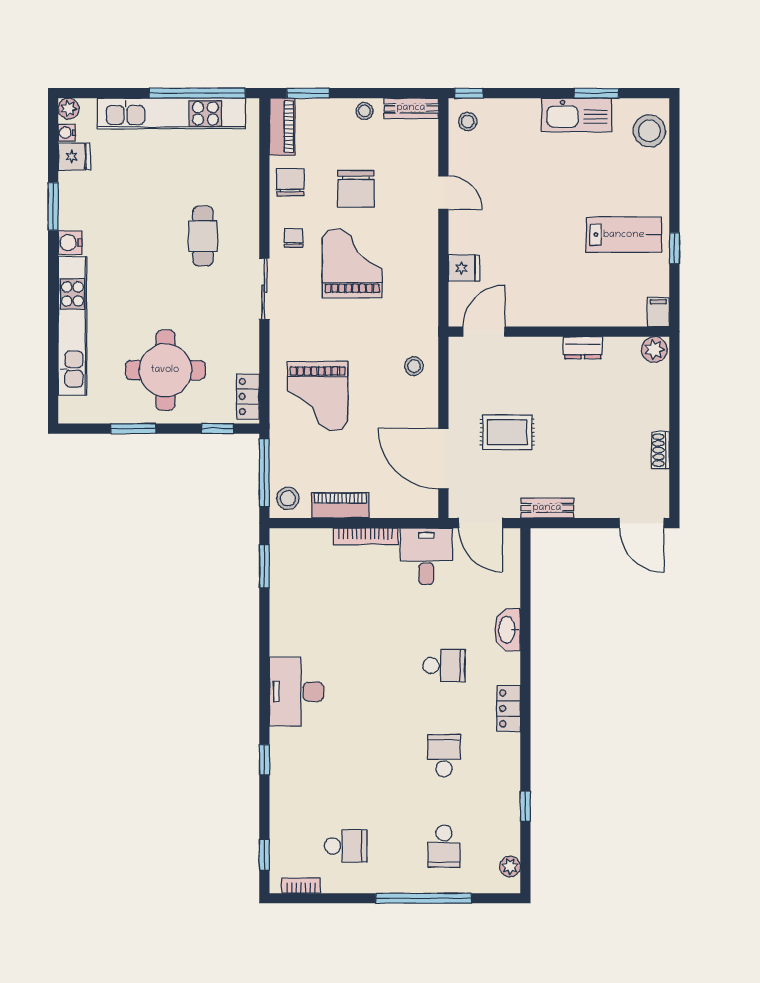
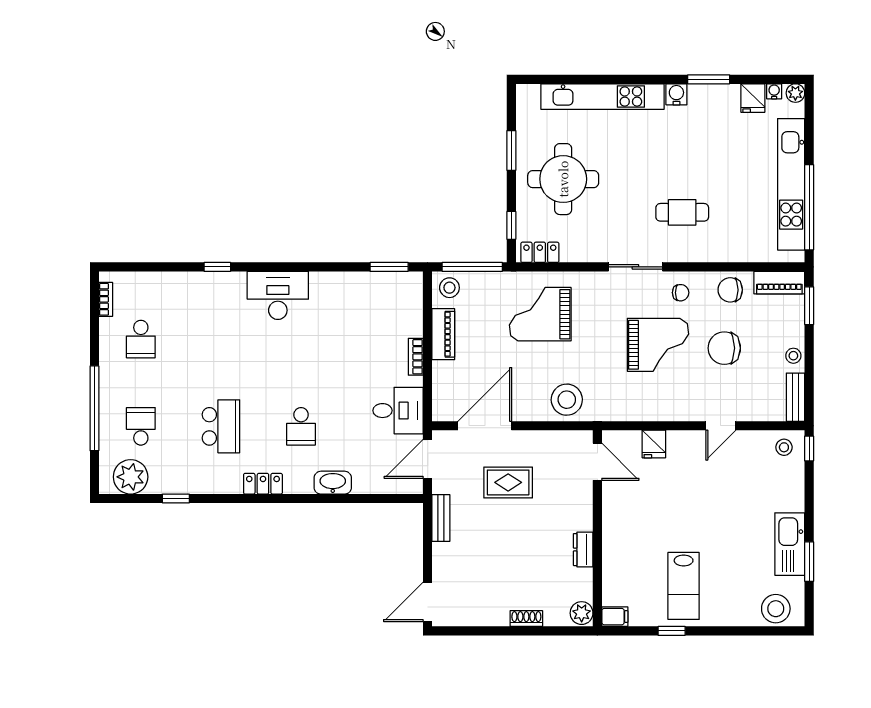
chair: (290, 182) -> (730, 290), turned 180
stool: (414, 366) -> (567, 400), width x1.89, depth x1.89
rug: (507, 432) -> (508, 482), turned 90
shoe rack: (661, 450) -> (526, 619), moved
bookcase: (366, 536) -> (416, 357), width x0.64
school desk: (444, 756) -> (221, 426), width x1.85
school desk: (444, 846) -> (141, 426), turned 90
window: (264, 855) -> (133, 267), removed
plant: (510, 867) -> (131, 477), width x1.87, depth x1.87

